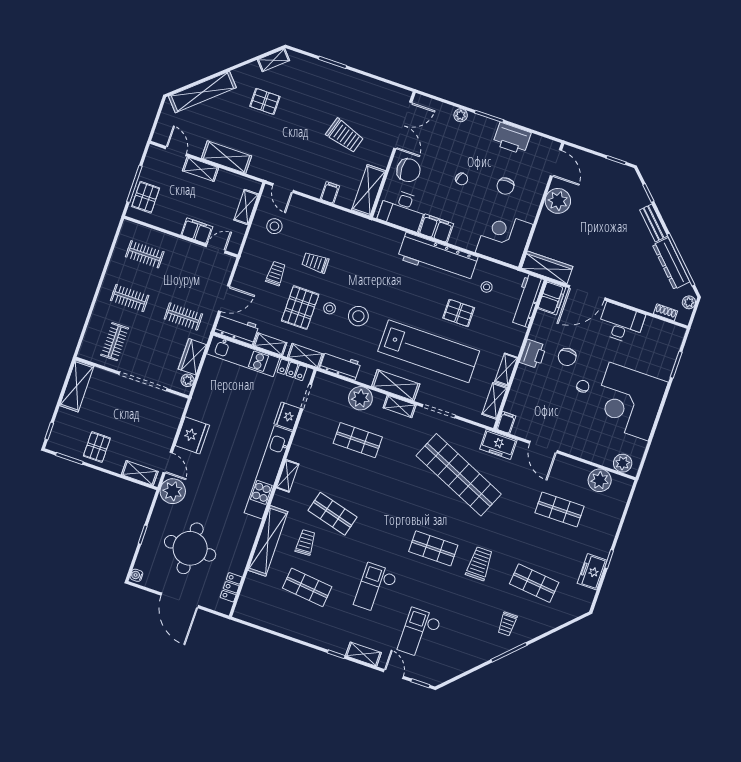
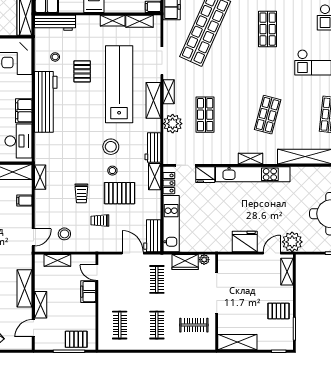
shelving: (270, 344) -> (40, 177), moved
trolley: (306, 542) -> (296, 128), removed

